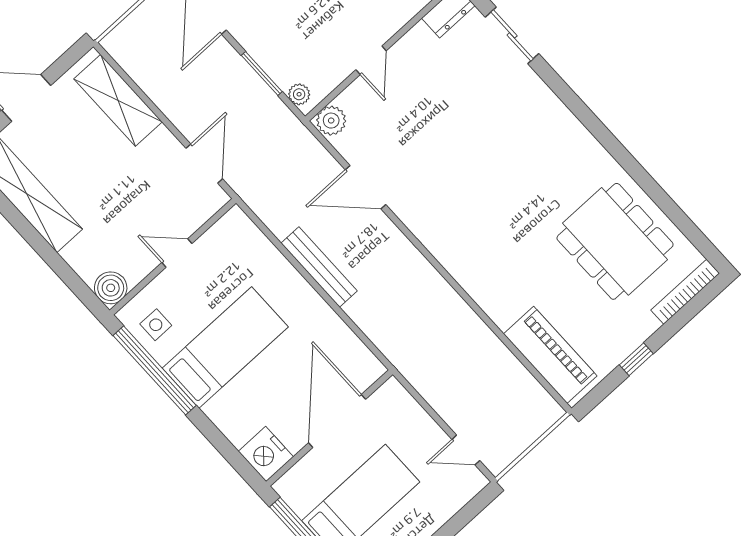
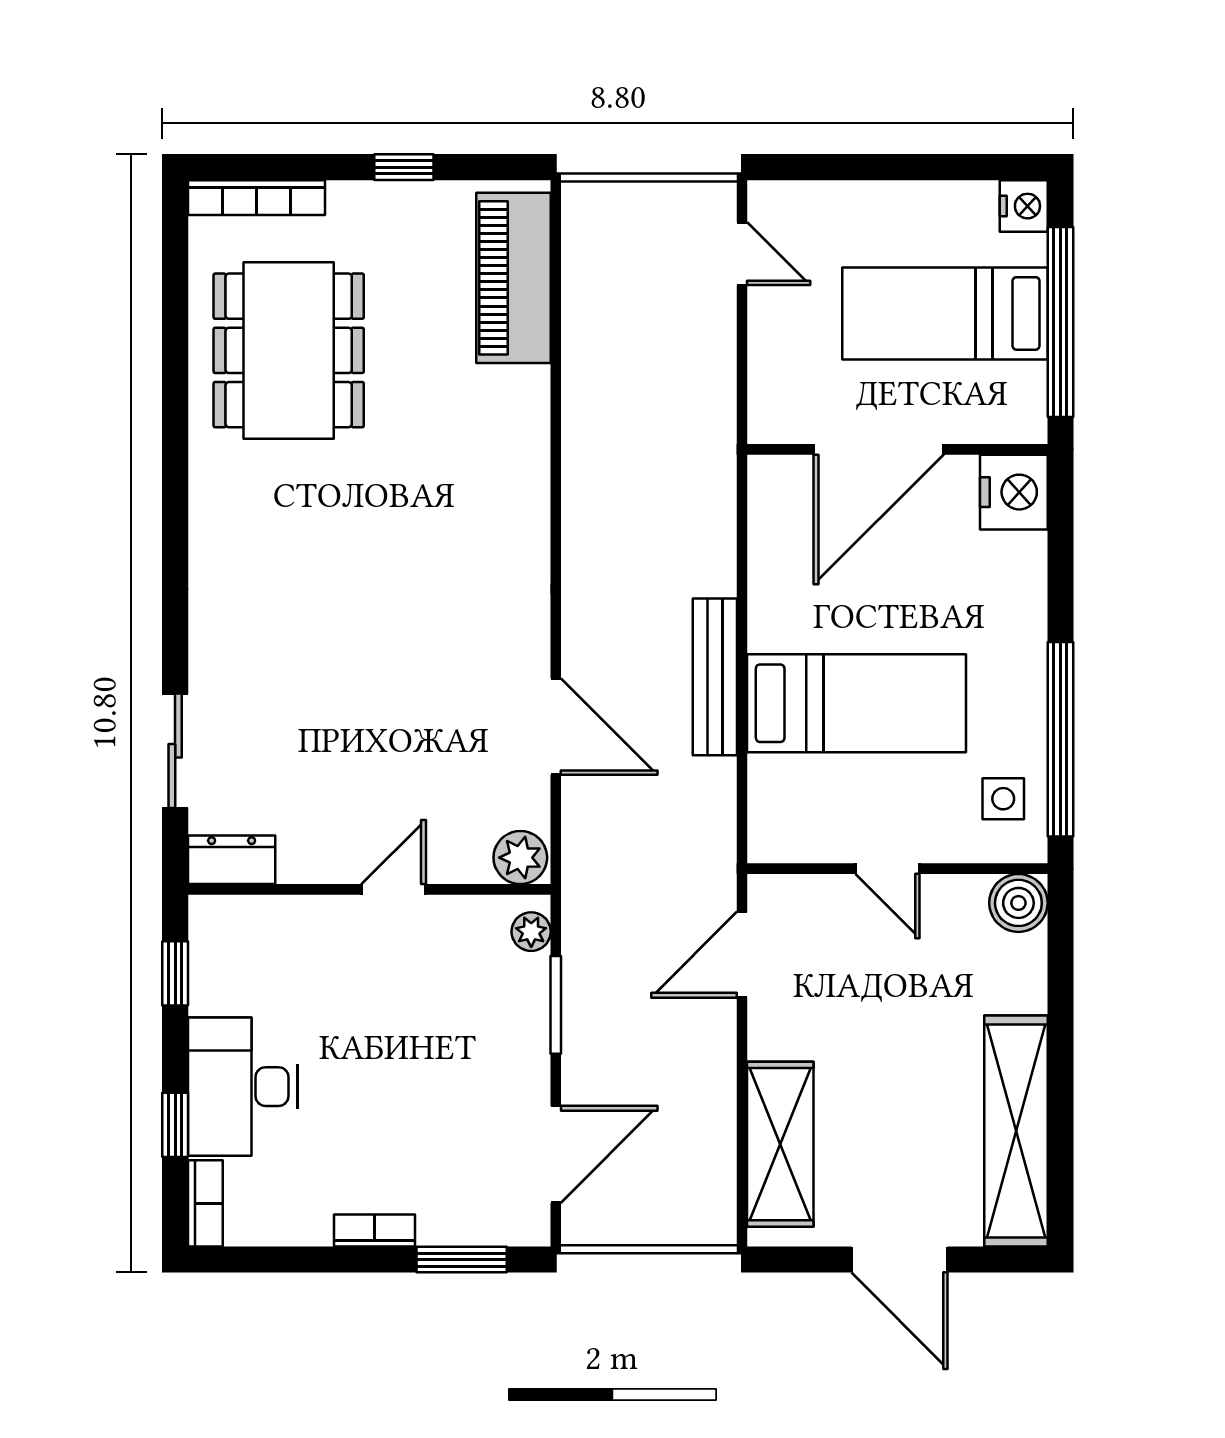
bed: (225, 347) -> (857, 703), moved, turned 180

